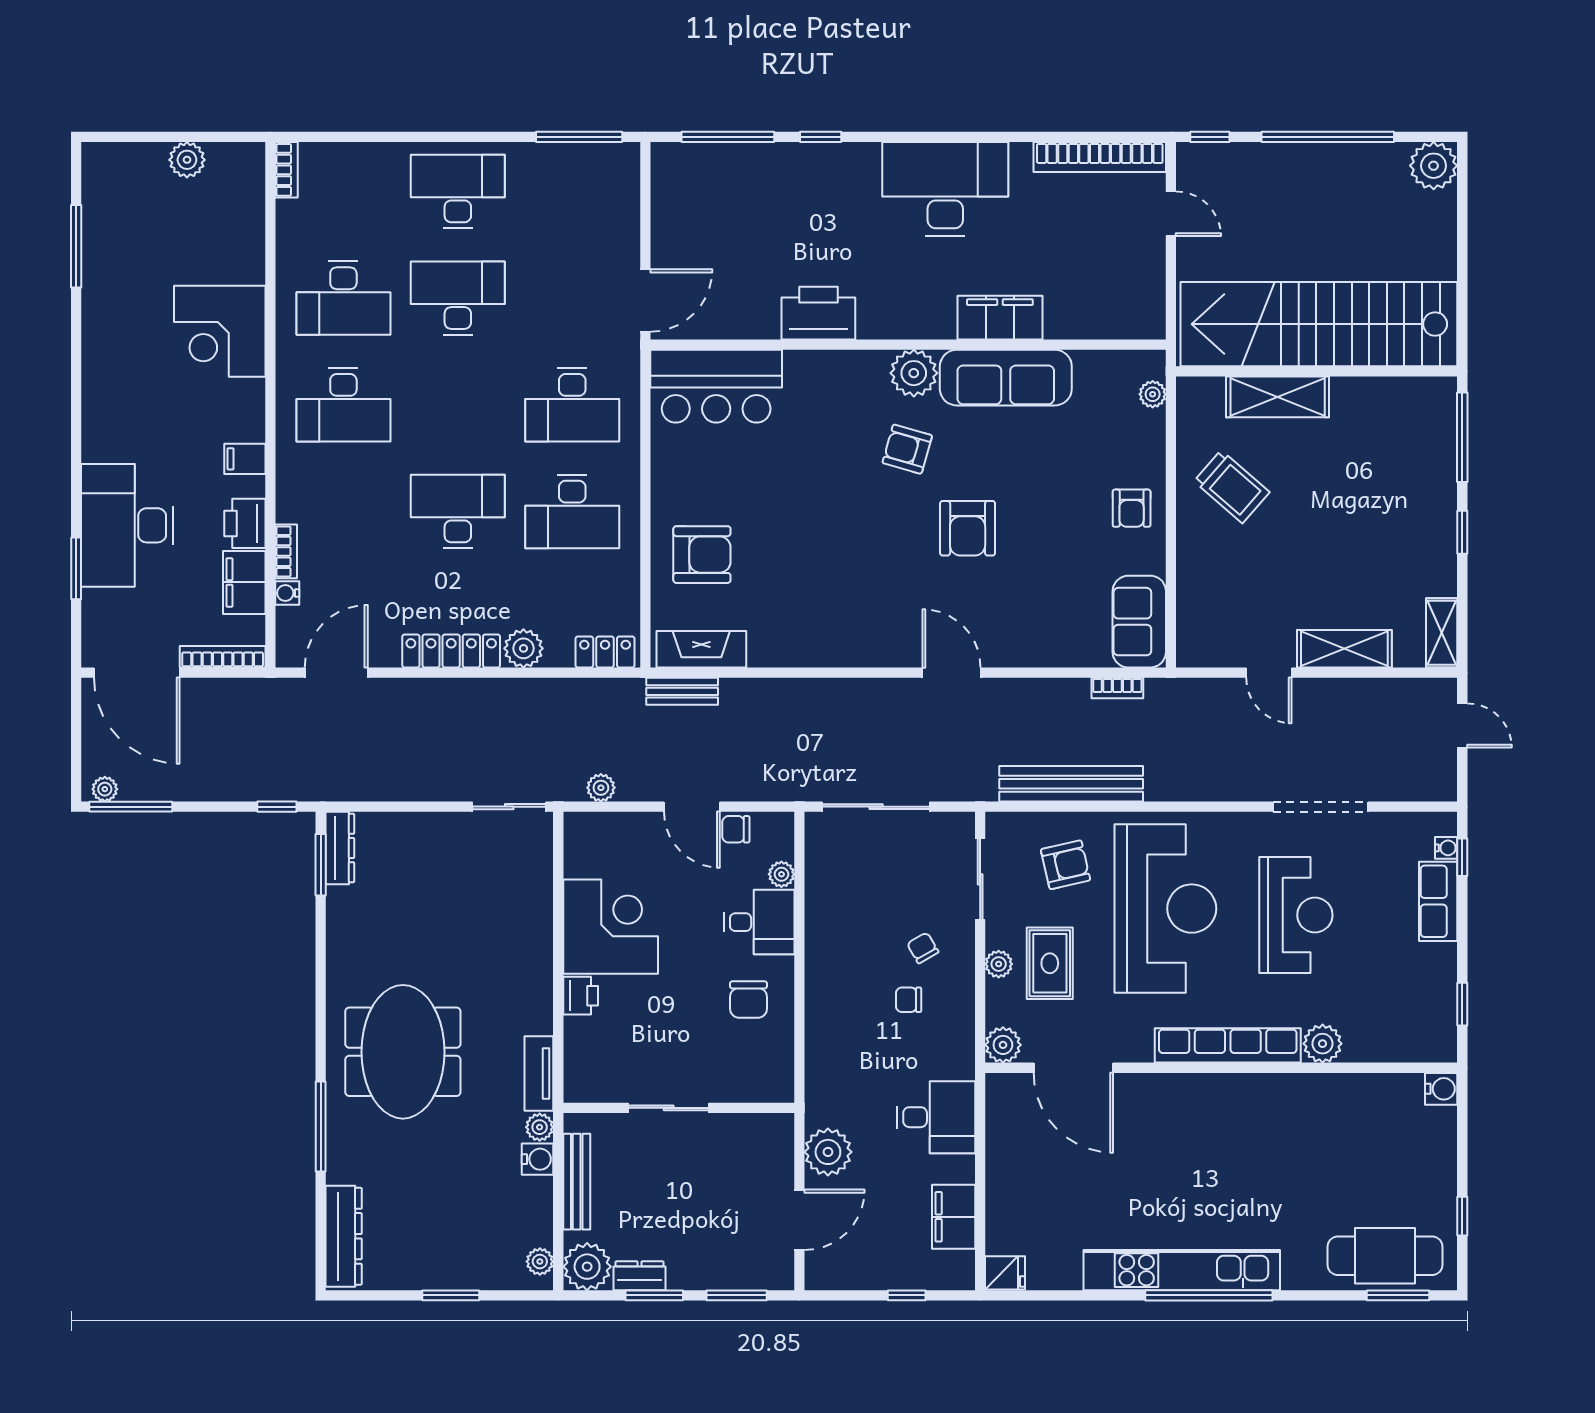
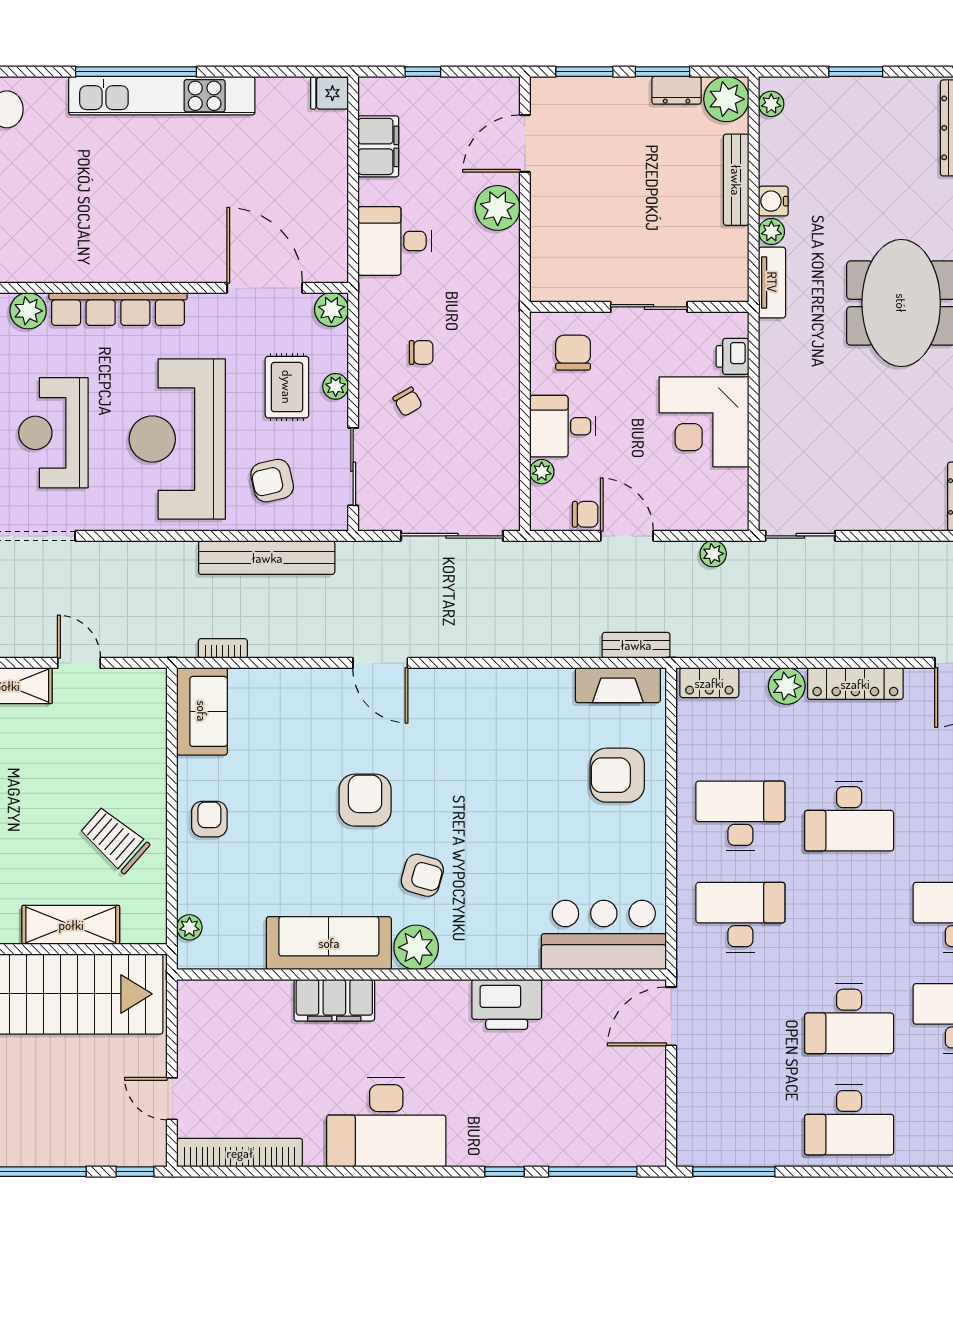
sliding door: (669, 1108) -> (649, 307), moved
wall: (679, 1108) -> (639, 307), moved

